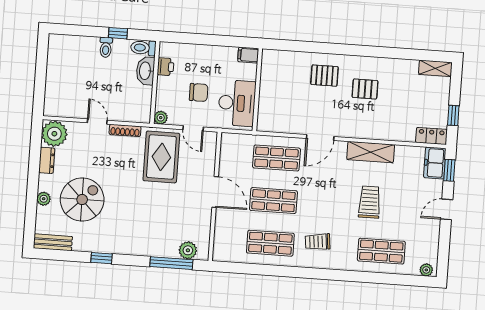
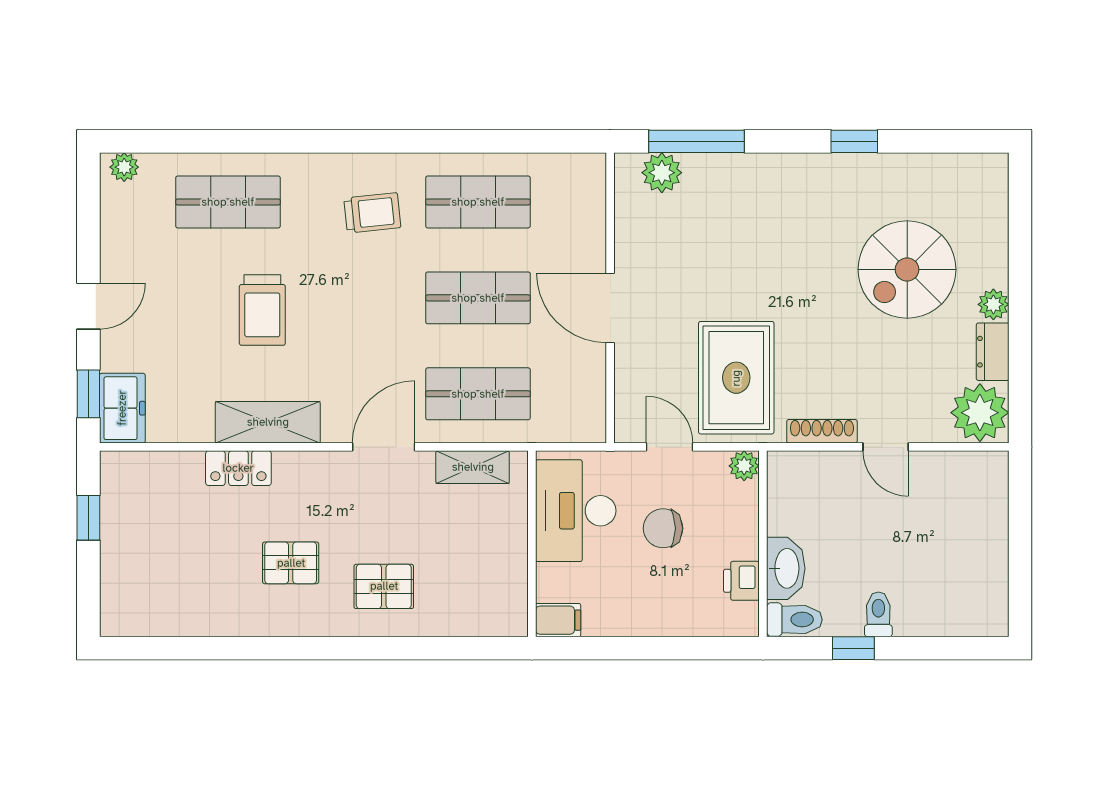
shelving: (435, 68) -> (473, 467), moved
locker: (431, 136) -> (238, 468), moved
plant: (44, 199) -> (993, 304), moved
bench: (53, 242) -> (966, 169), removed

